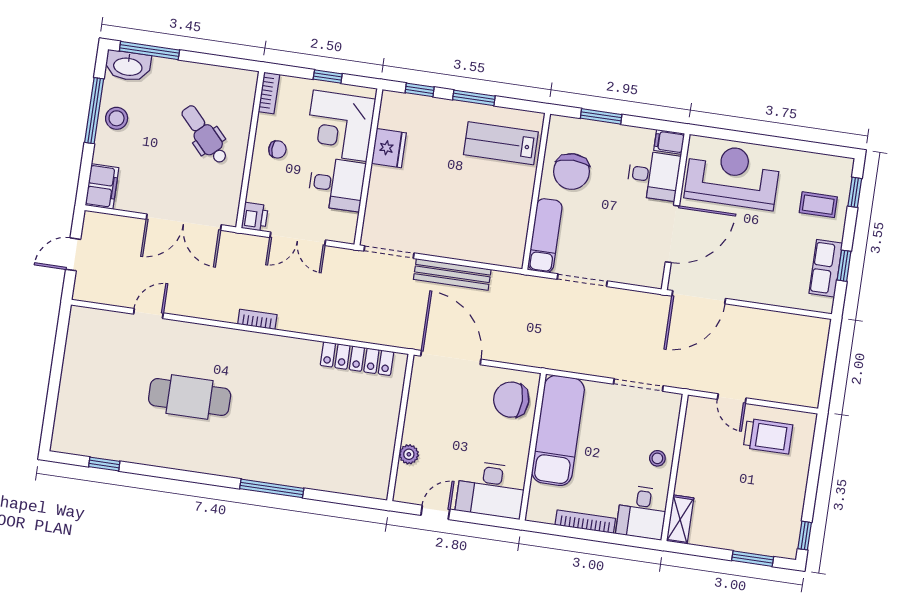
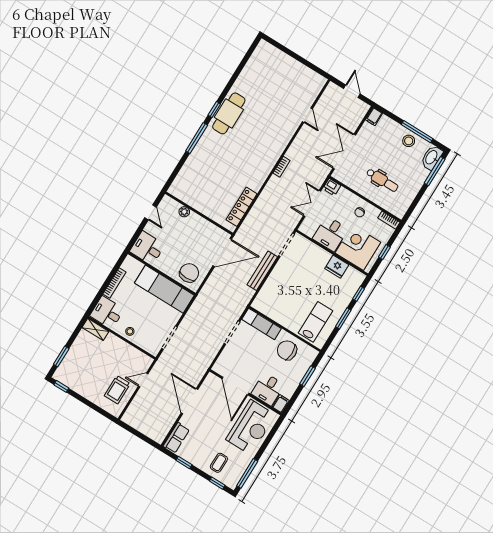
dental chair: (205, 135) -> (382, 180), turned 43
window: (815, 148) -> (247, 473), added
filing cabinet: (102, 186) -> (374, 117), width x0.50
row of seats: (826, 268) -> (176, 438), moved, turned 90
door: (699, 297) -> (189, 401), moved
cafe table: (190, 397) -> (229, 113), moved
window: (104, 464) -> (214, 109), moved
desk: (491, 490) -> (147, 248), width x0.73

